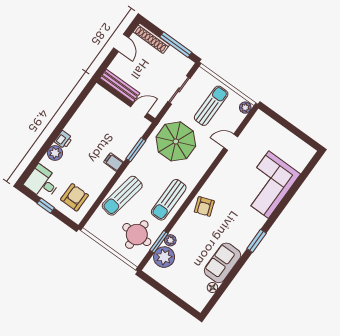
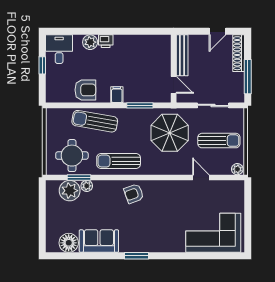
corner sofa: (269, 185) -> (213, 233), moved
armchair: (74, 197) -> (85, 90), moved
floor lamp: (212, 288) -> (69, 243), width x1.89, depth x1.89

